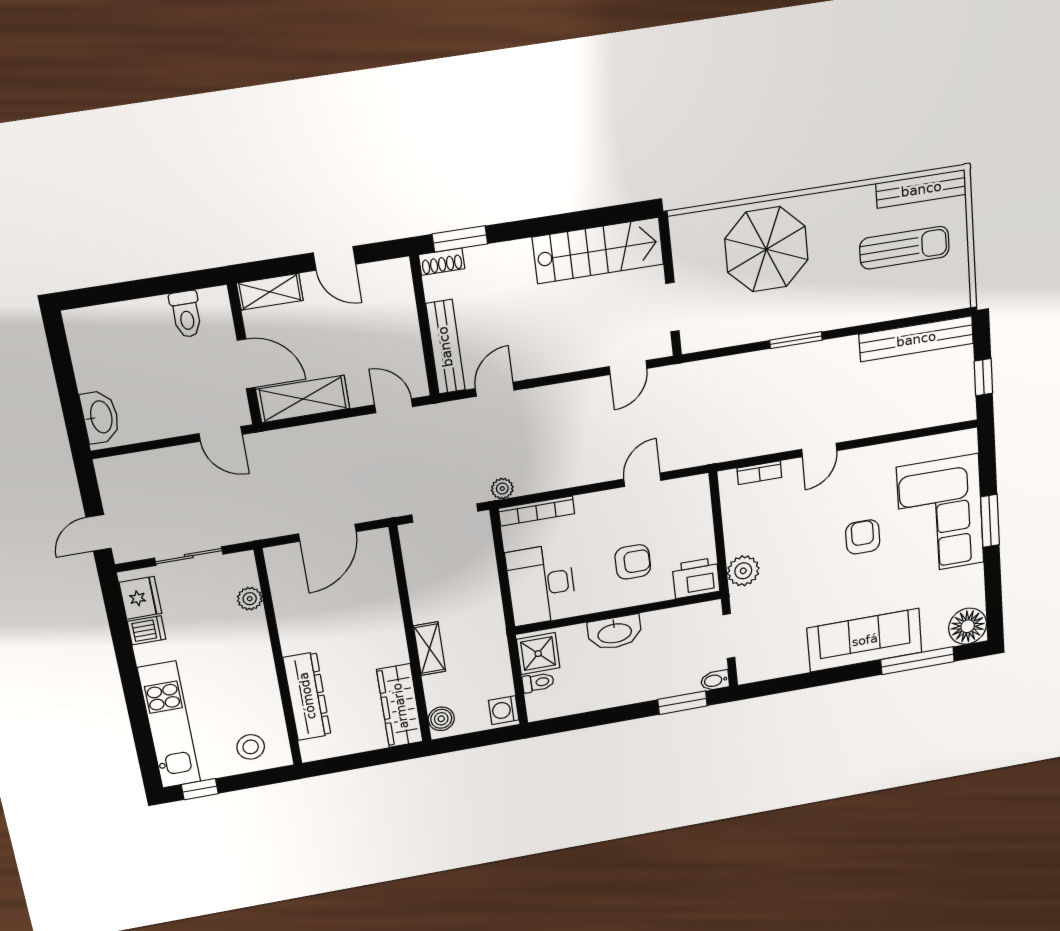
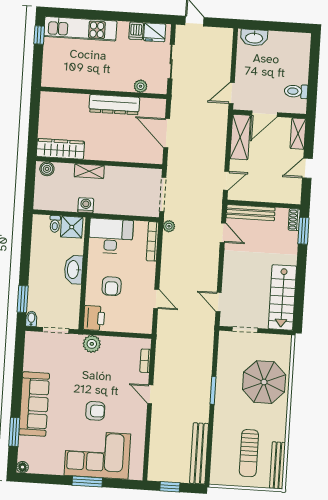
floor lamp: (968, 626) -> (22, 467), width x0.53, depth x0.53
window: (917, 661) -> (14, 432), width x0.69
dresser: (307, 696) -> (114, 105), moved
washing machine: (504, 710) -> (86, 205), moved
stool: (251, 747) -> (57, 67), removed

